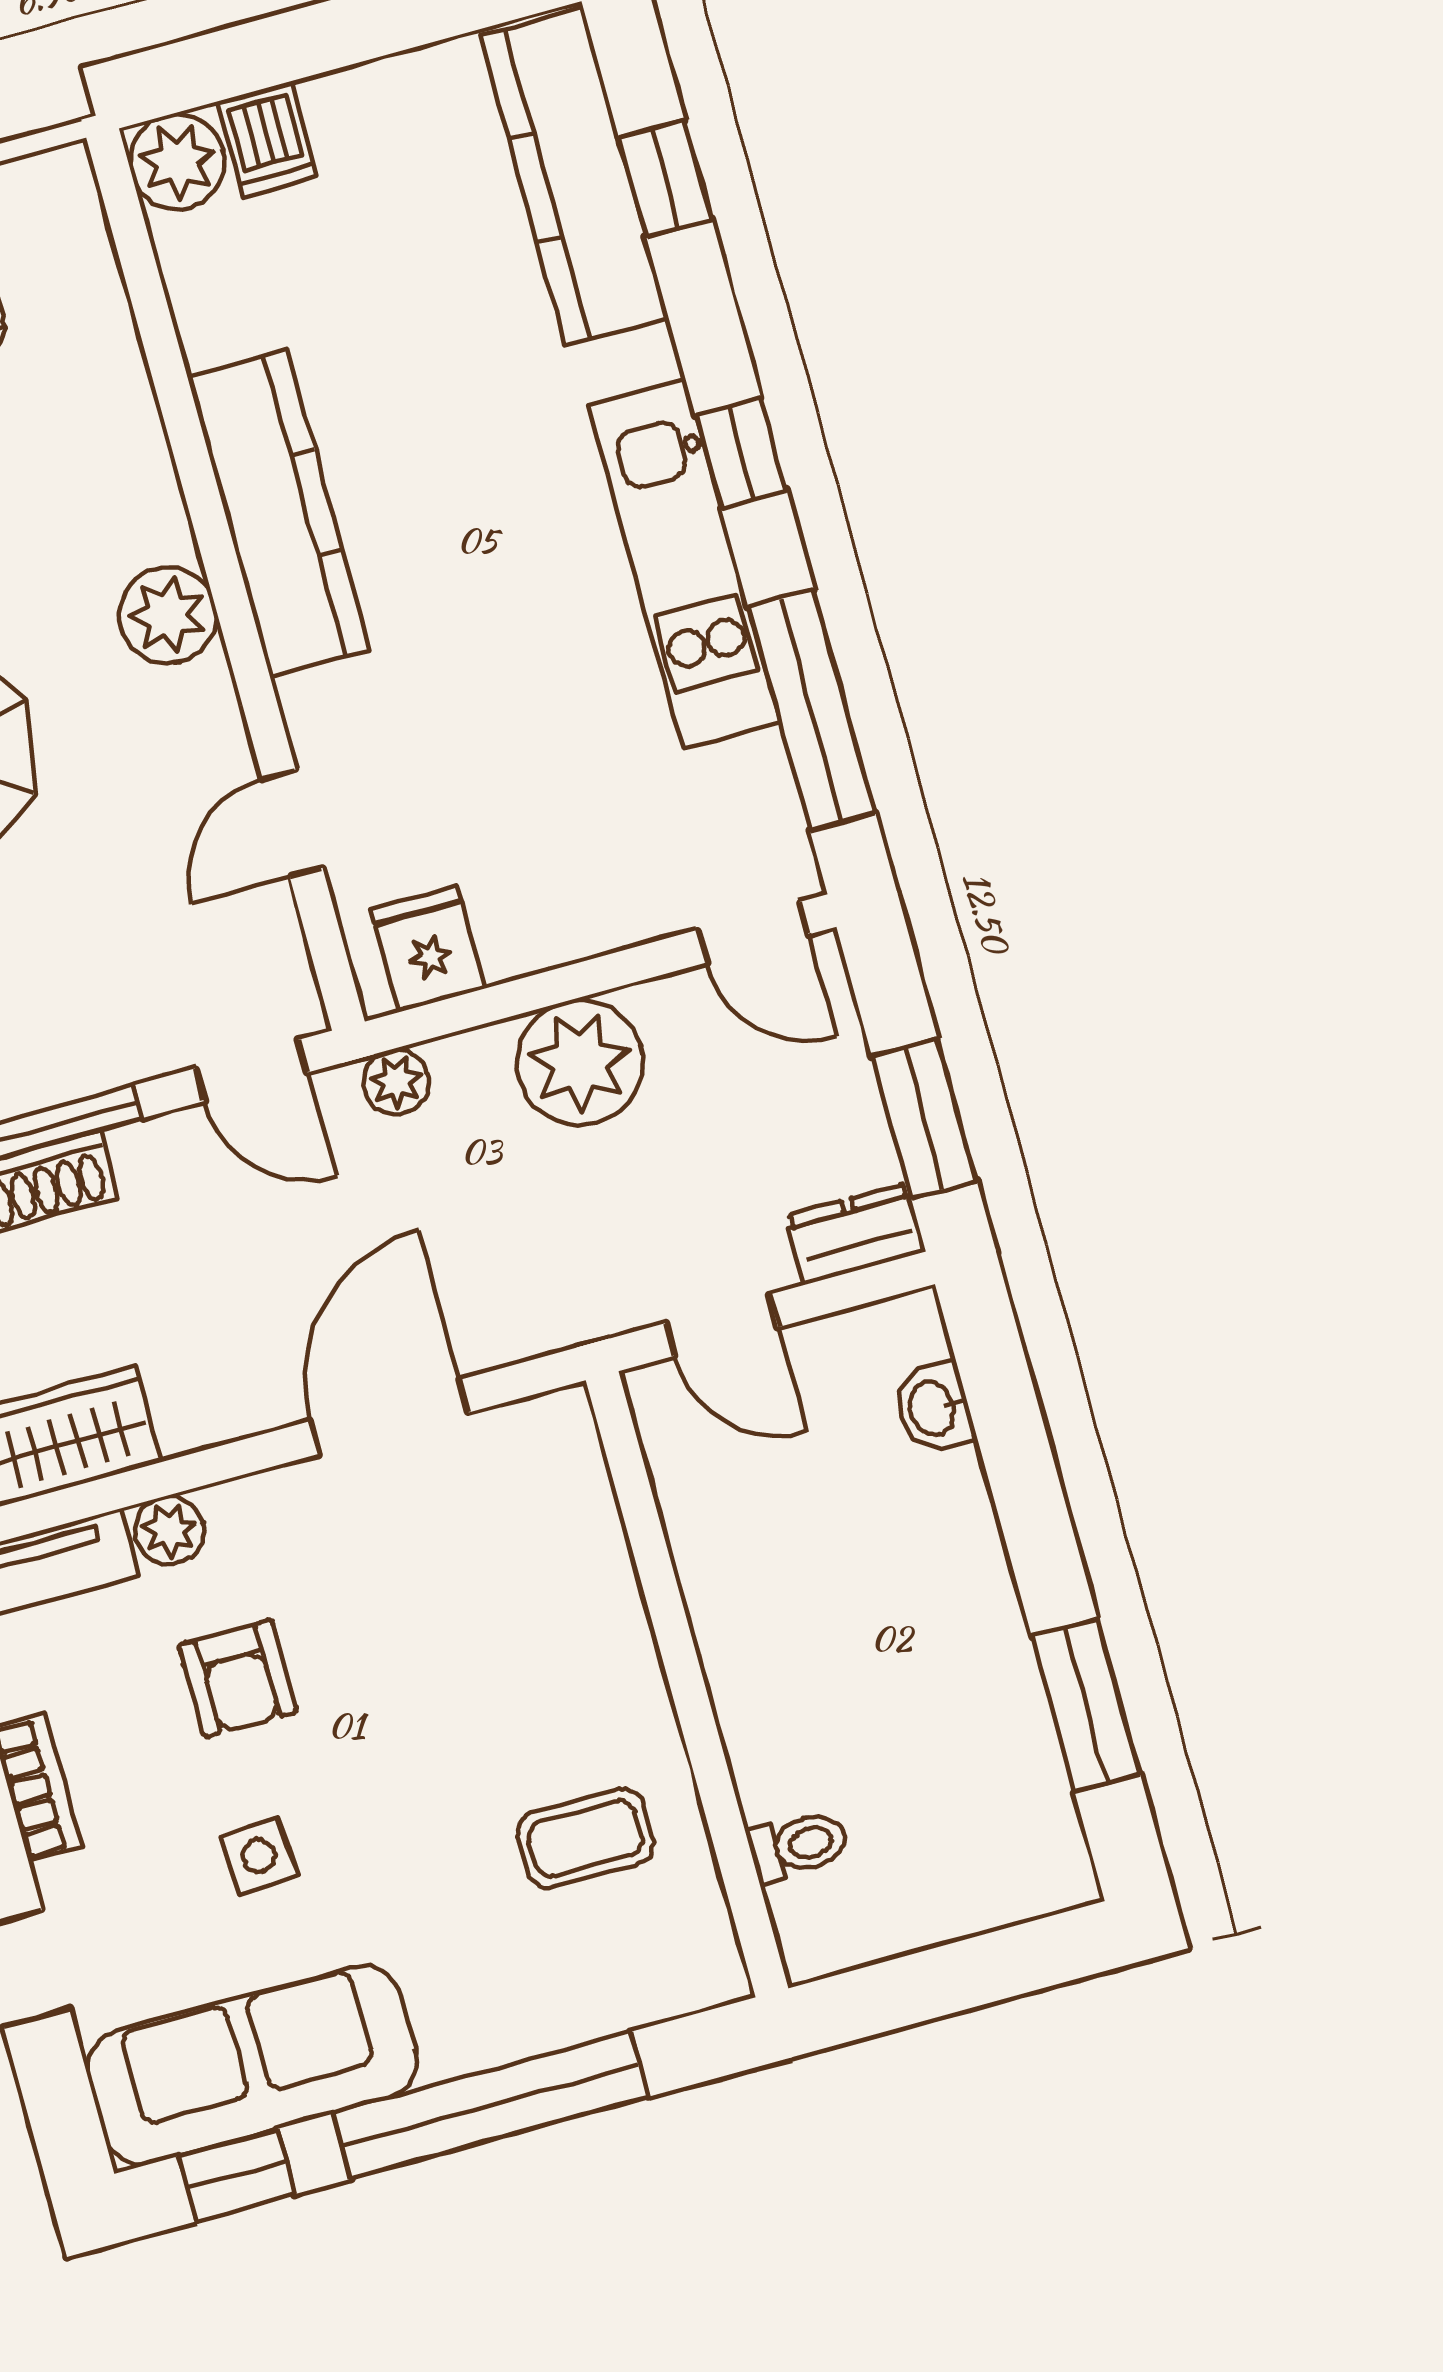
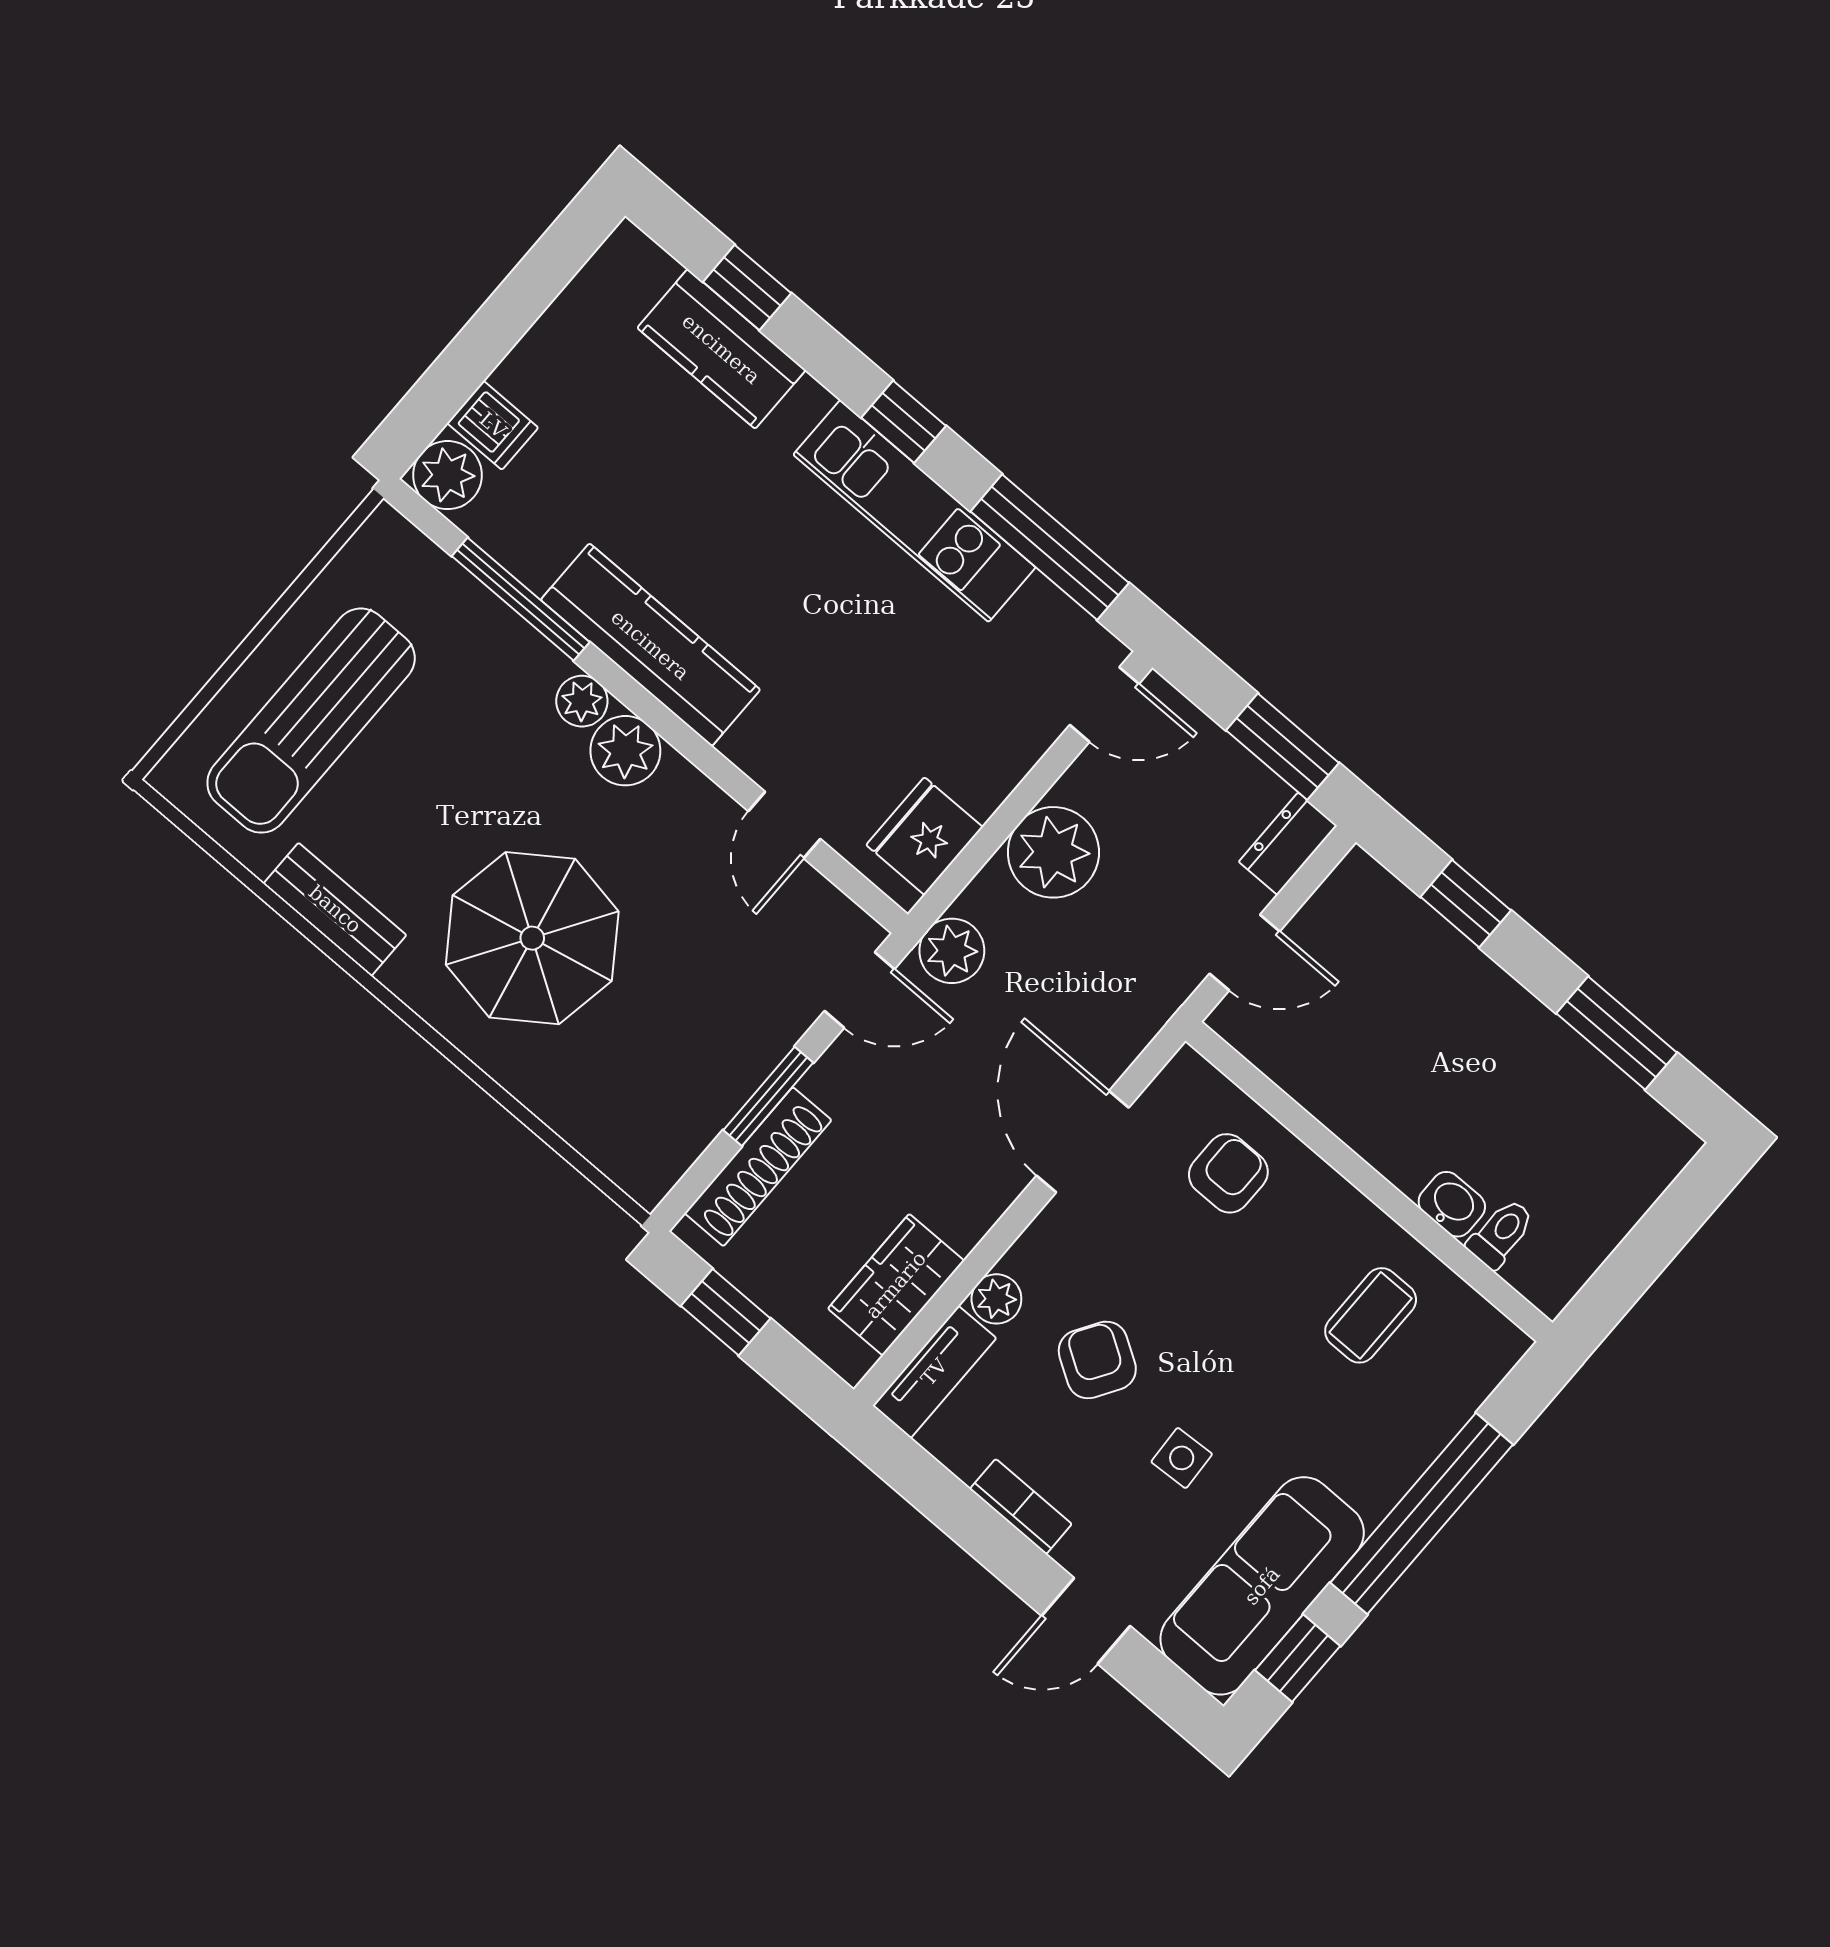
kitchen counter: (574, 177) -> (721, 349), width x0.67
window: (165, 360) -> (521, 599), added
plant: (156, 525) -> (582, 701), added
fridge: (428, 949) -> (924, 836), width x1.38
plant: (396, 1082) -> (952, 951), width x1.38, depth x1.38
washbasin: (934, 1408) -> (1452, 1204), moved, turned 180
window: (1013, 1440) -> (1466, 904), added
armchair: (532, 1566) -> (1228, 1173), added
armchair: (238, 1678) -> (1097, 1360), turned -148

